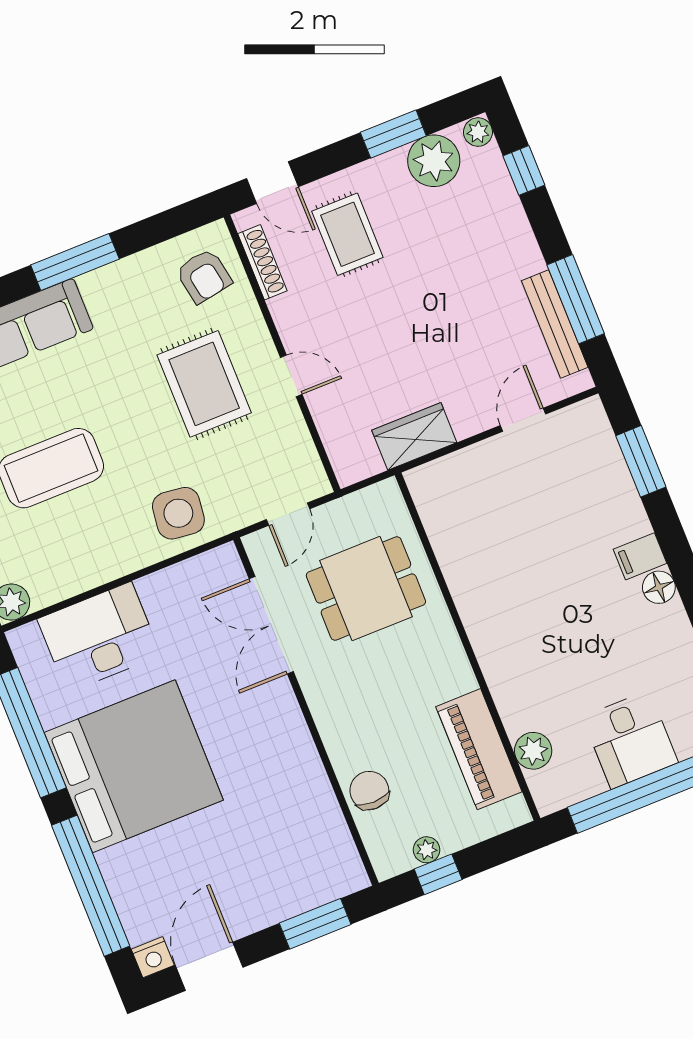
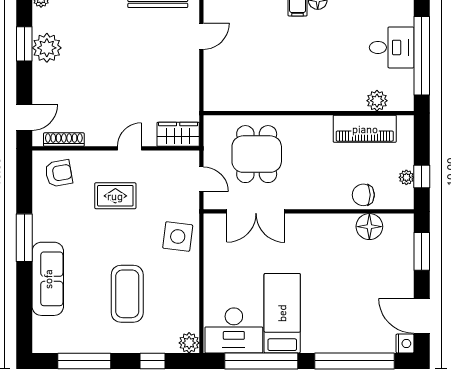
plant: (434, 161) -> (47, 48), moved
rug: (347, 234) -> (67, 89), removed
rug: (204, 384) -> (115, 196), width x0.73, depth x0.70
door: (523, 420) -> (201, 36), swing flipped
wardrobe: (414, 436) -> (178, 134), moved, turned 90
desk: (99, 637) -> (234, 330), moved, turned -90
bed: (134, 766) -> (282, 313), width x0.49
floor lamp: (321, 821) -> (369, 227), added

